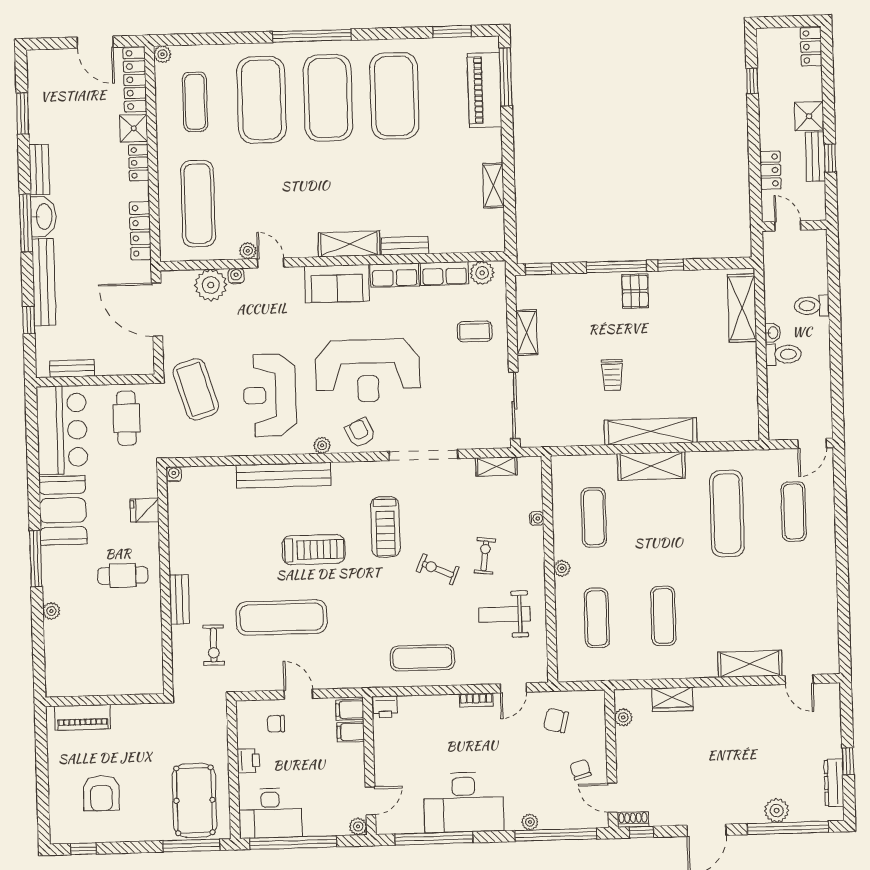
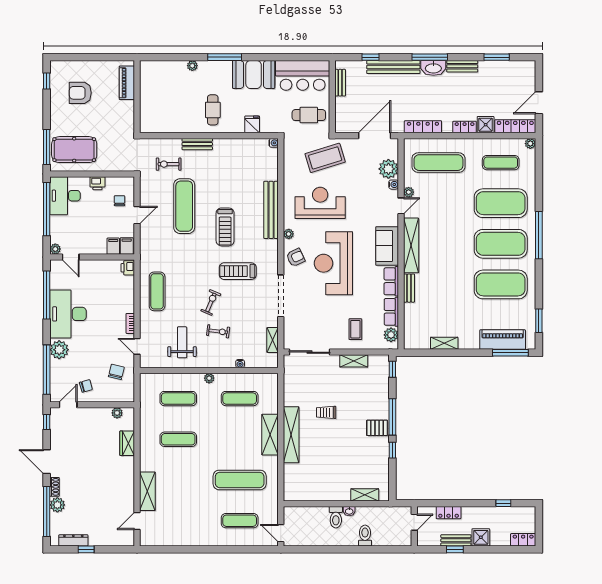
shelving: (349, 244) -> (411, 245), width x1.47
shelving: (742, 308) -> (365, 495), width x0.67, depth x0.75
shoe rack: (633, 819) -> (55, 487), moved
plant: (530, 822) -> (59, 350), width x1.88, depth x1.88

